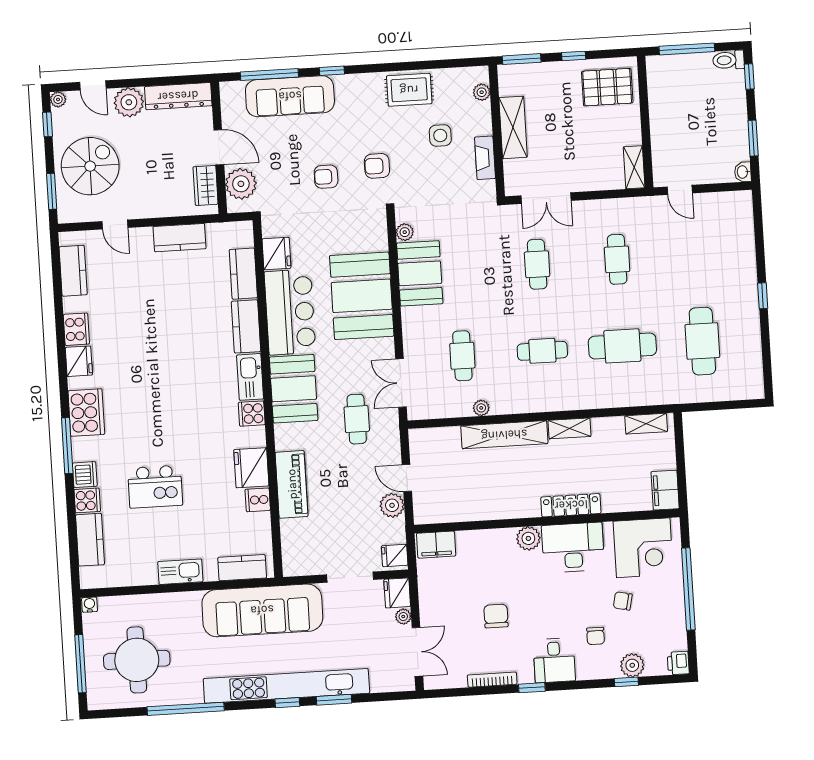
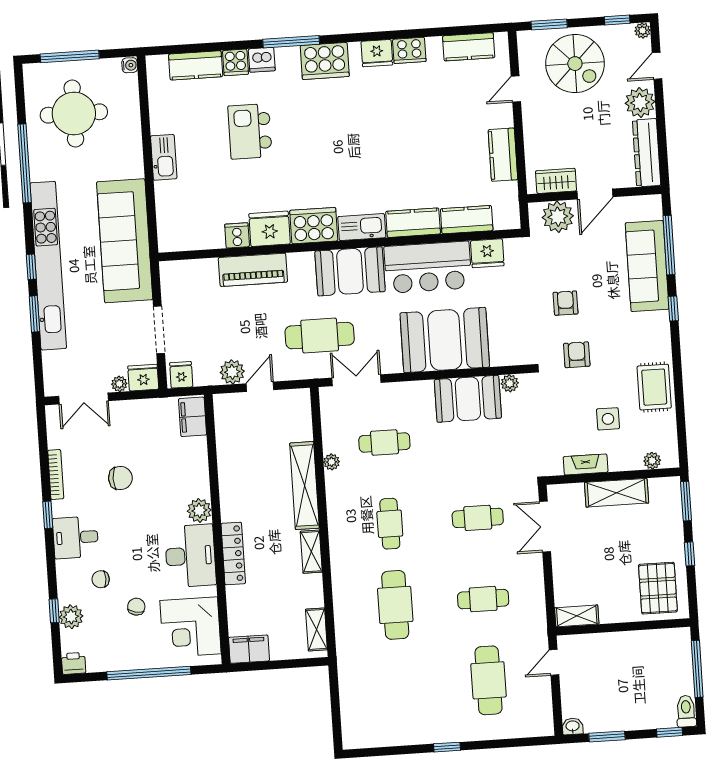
cafe table: (702, 341) -> (489, 680), moved, turned 90
cooker: (252, 414) -> (314, 226), width x1.87, depth x1.31
cafe table: (357, 419) -> (320, 336), width x1.37, depth x1.35
kitchen counter: (242, 568) -> (168, 220), removed

